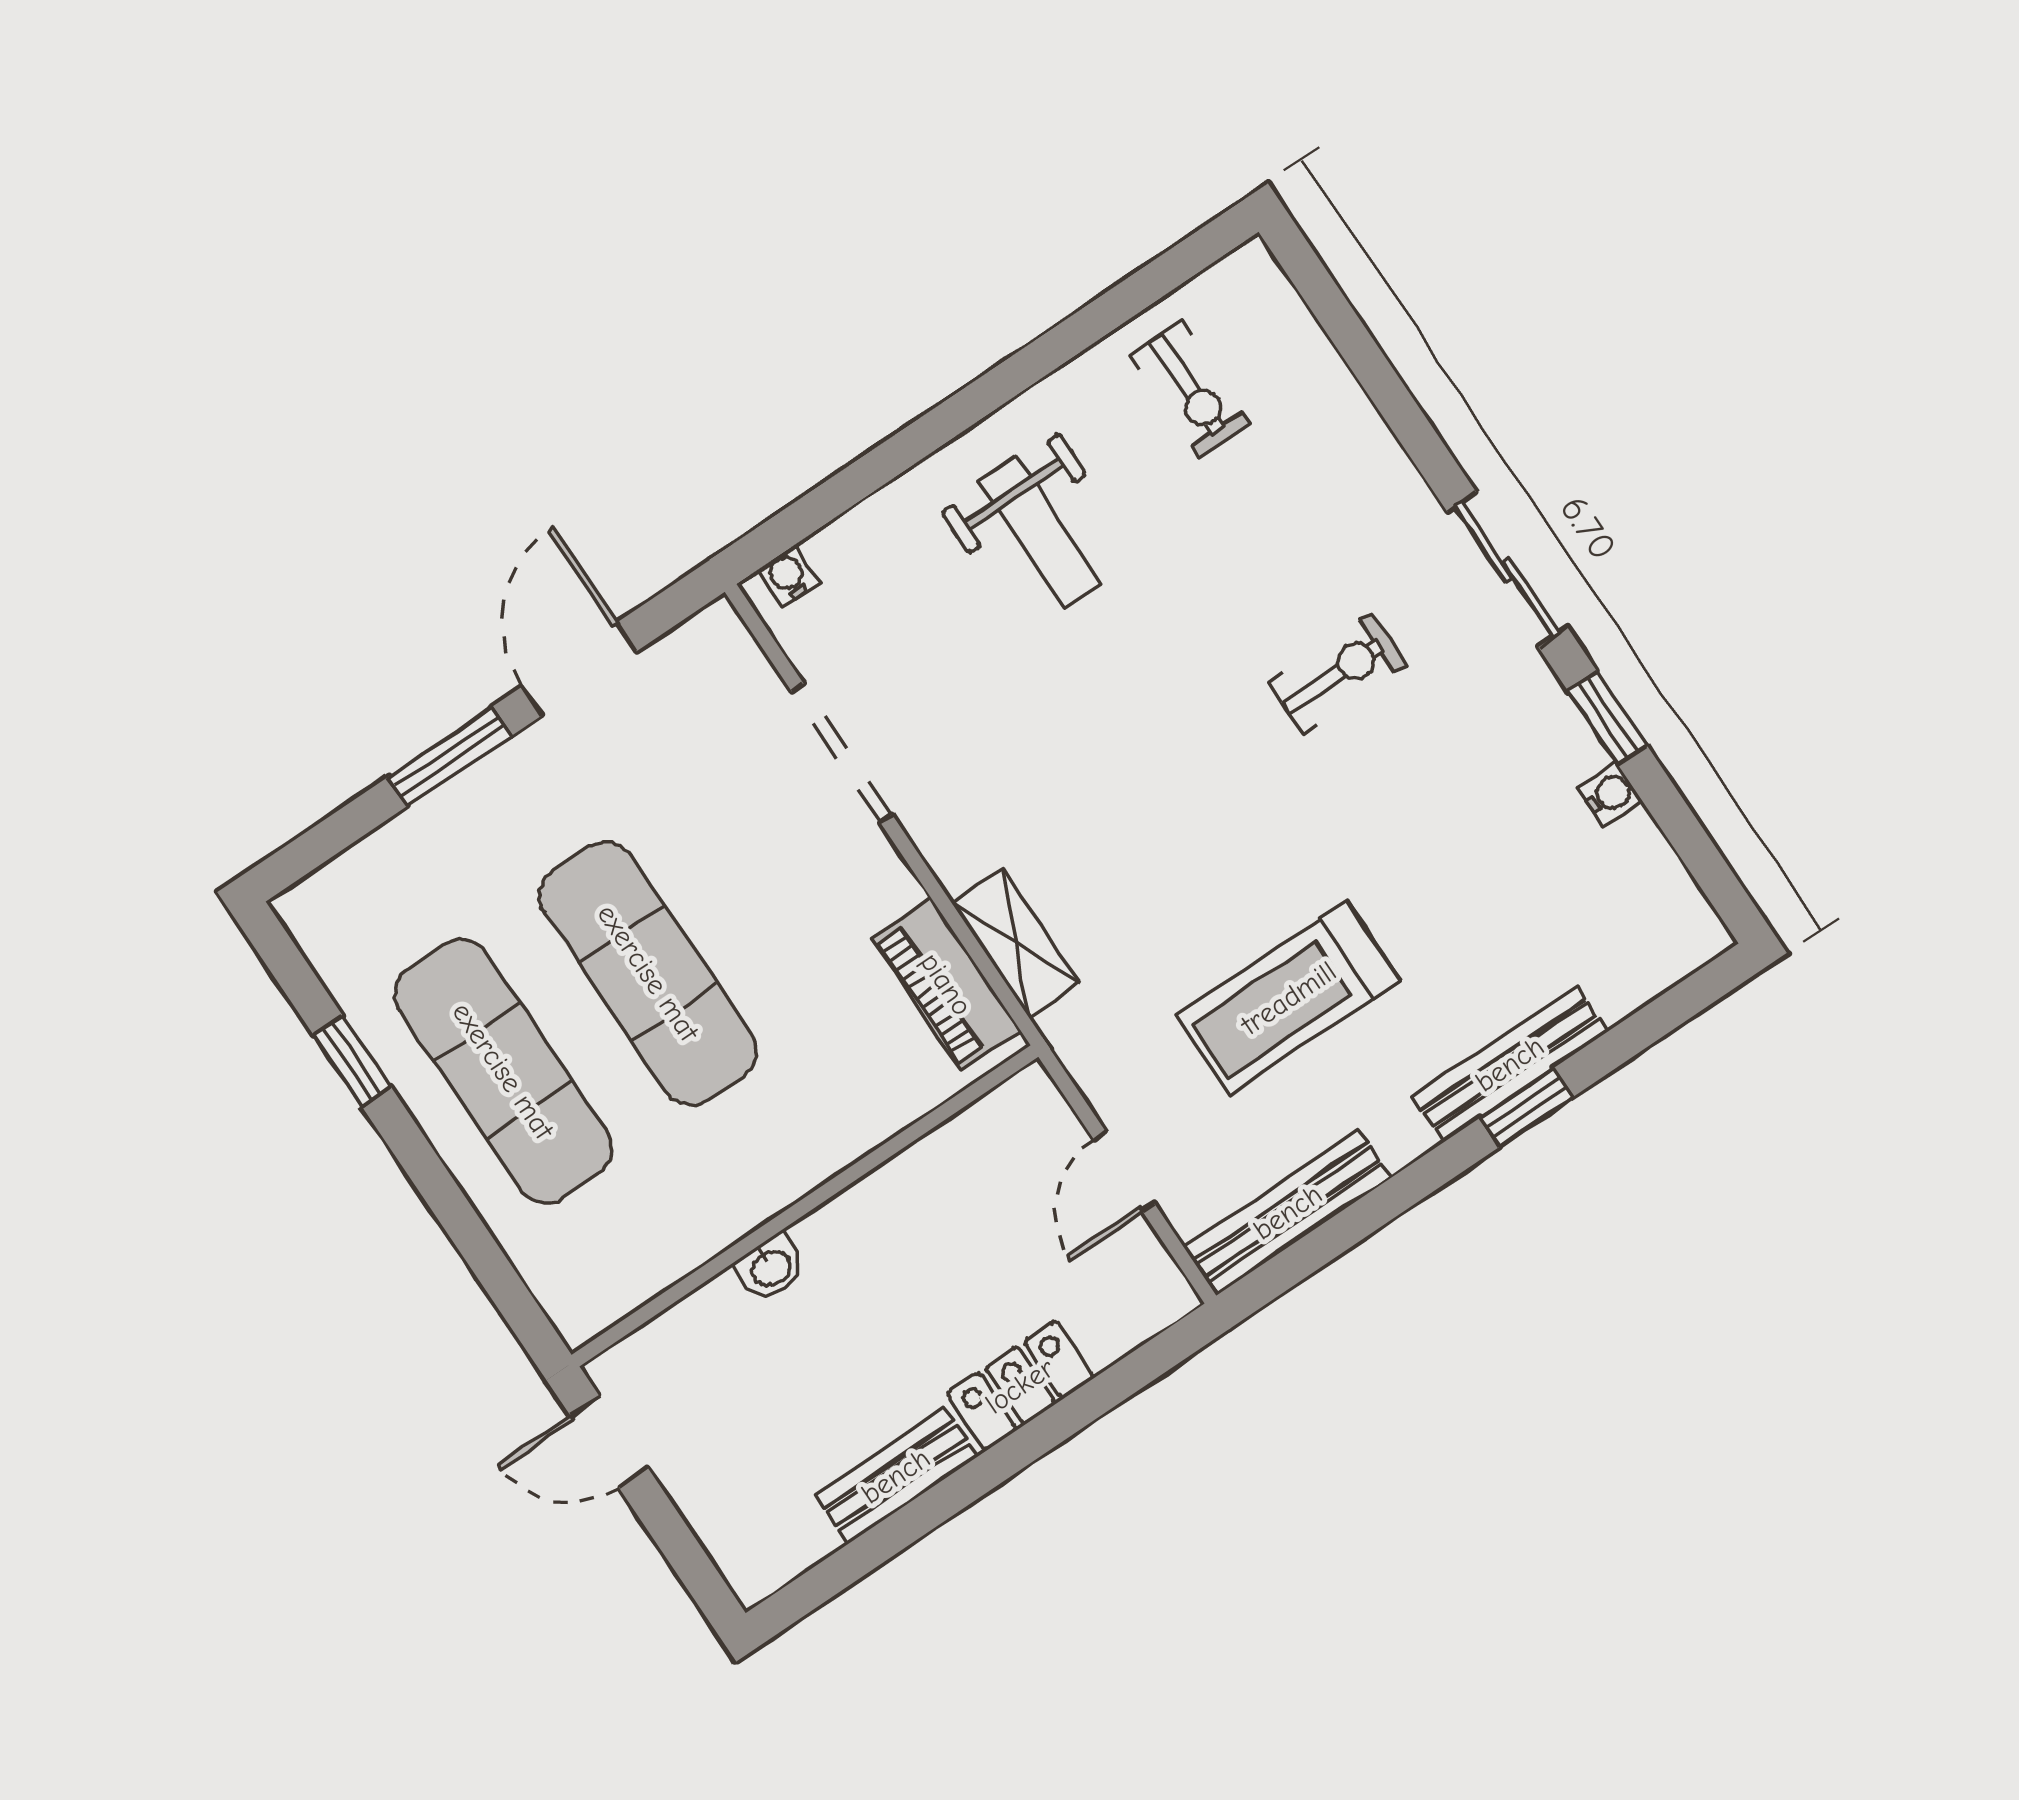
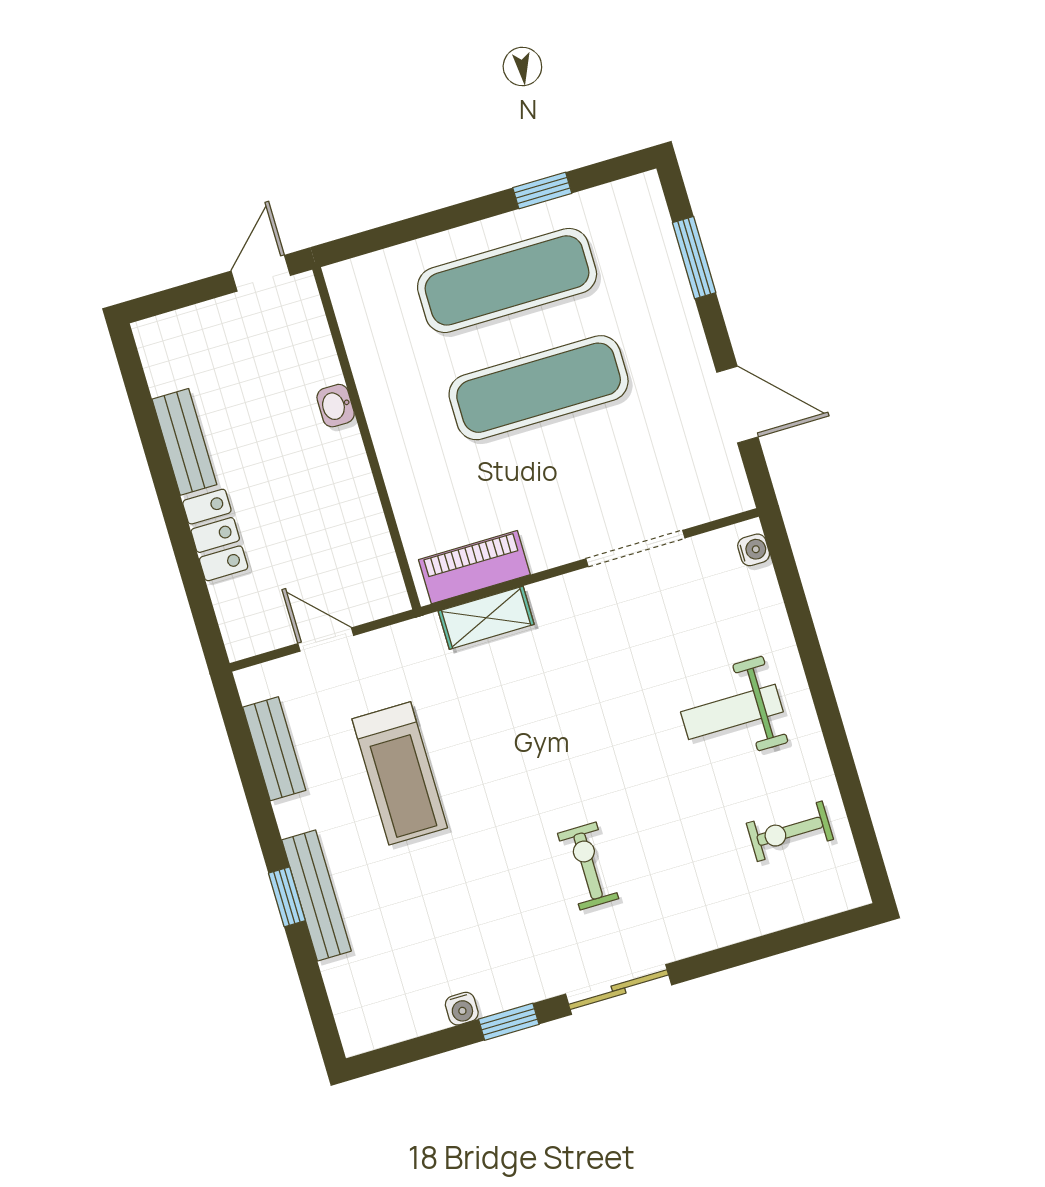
exercise bike: (1338, 673) -> (588, 866), turned 180
window: (450, 757) -> (694, 258), moved
treadmill: (1289, 998) -> (400, 773), turned 180
bench: (1288, 1212) -> (274, 749), width x0.73

